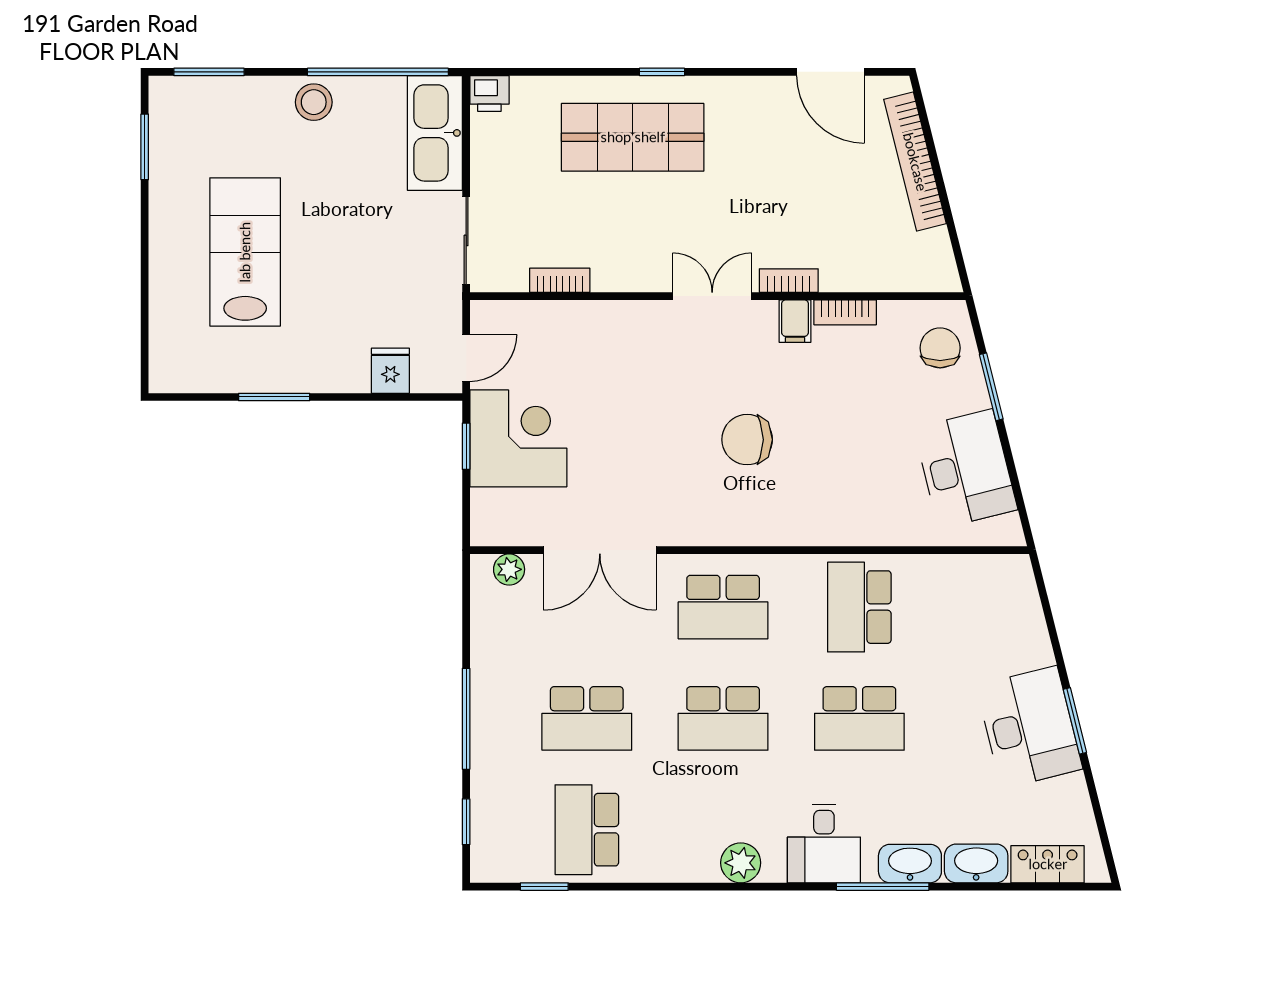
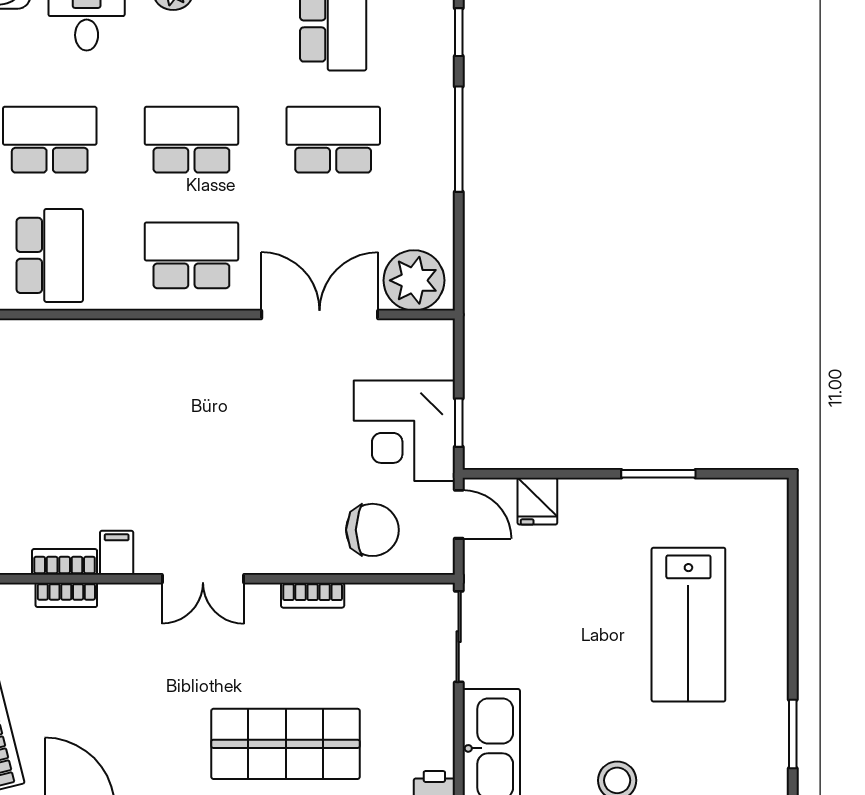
bookcase: (560, 280) -> (313, 595), moved
bookcase: (789, 281) -> (66, 595), moved
door: (466, 358) -> (459, 514), swing flipped
chair: (747, 440) -> (372, 530), moved
plant: (509, 569) -> (414, 280), width x1.88, depth x1.88

